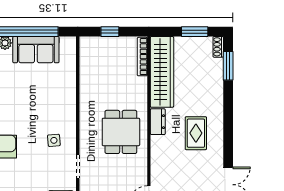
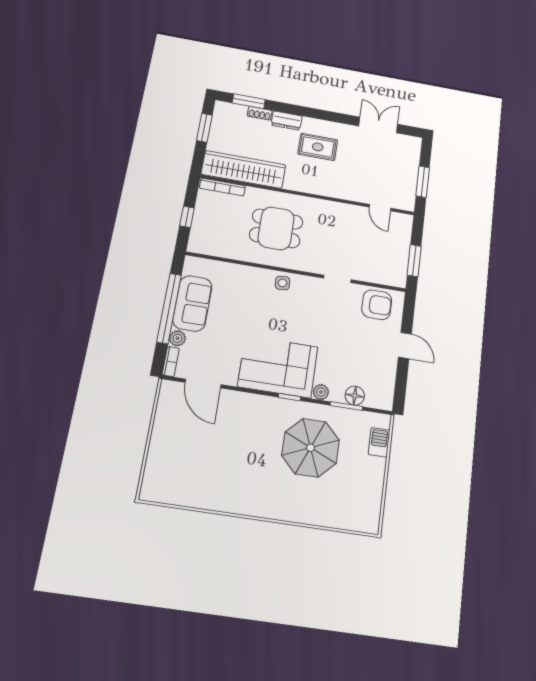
shoe rack: (218, 47) -> (260, 113), moved
dresser: (158, 122) -> (287, 121), moved, turned 180
dining table: (121, 132) -> (276, 228), moved
side table: (54, 140) -> (282, 283), moved

